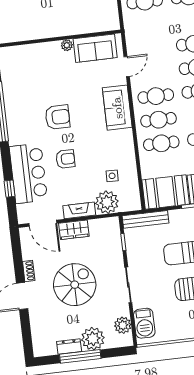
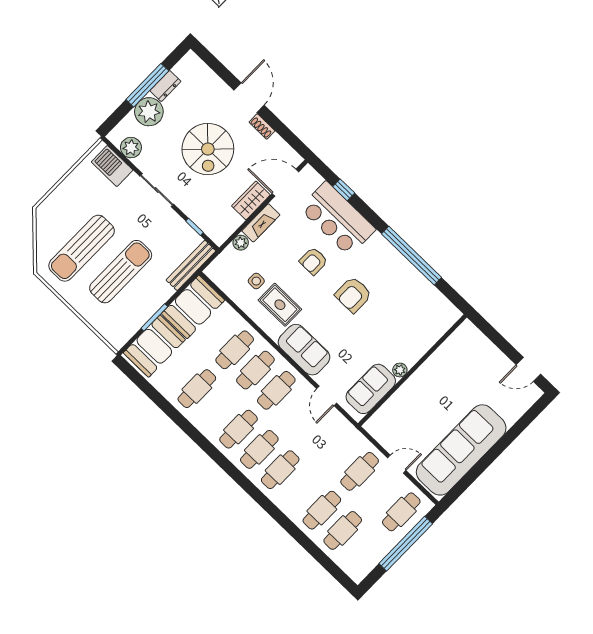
rug: (109, 149) -> (280, 305), added
plant: (107, 202) -> (241, 243), width x0.53, depth x0.53

